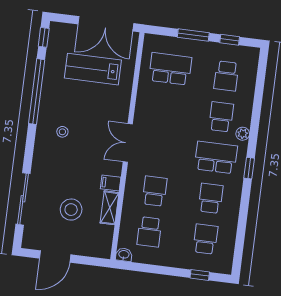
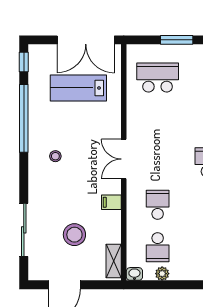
shelving: (110, 208) -> (114, 261), moved
plant: (151, 258) -> (162, 274), added

